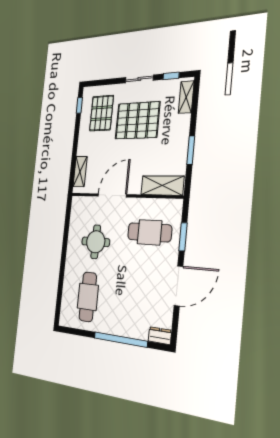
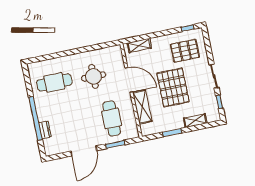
shelving: (186, 97) -> (195, 121), moved
pallet: (137, 120) -> (173, 87), moved
shelving: (162, 185) -> (142, 107), moved
door: (179, 286) -> (84, 151), hinge flipped
dresser: (160, 336) -> (45, 130), moved

